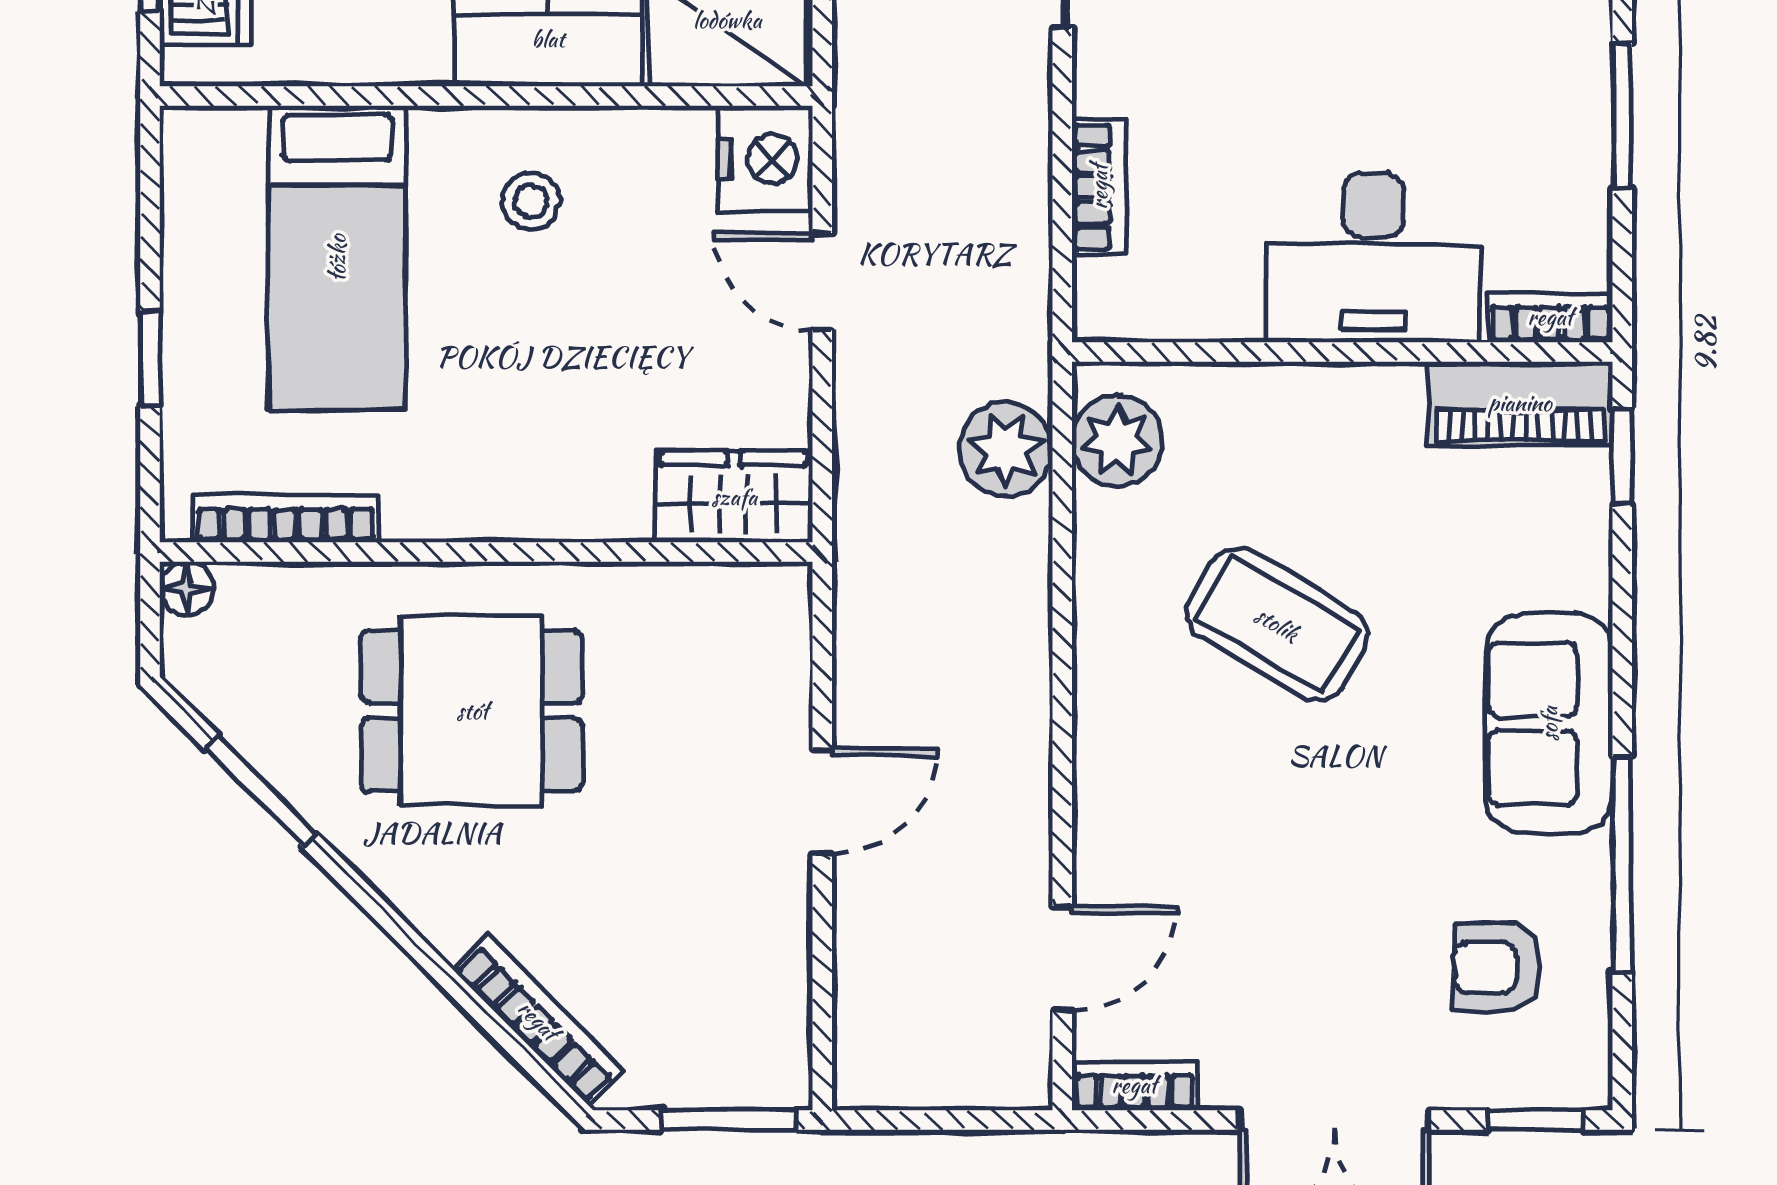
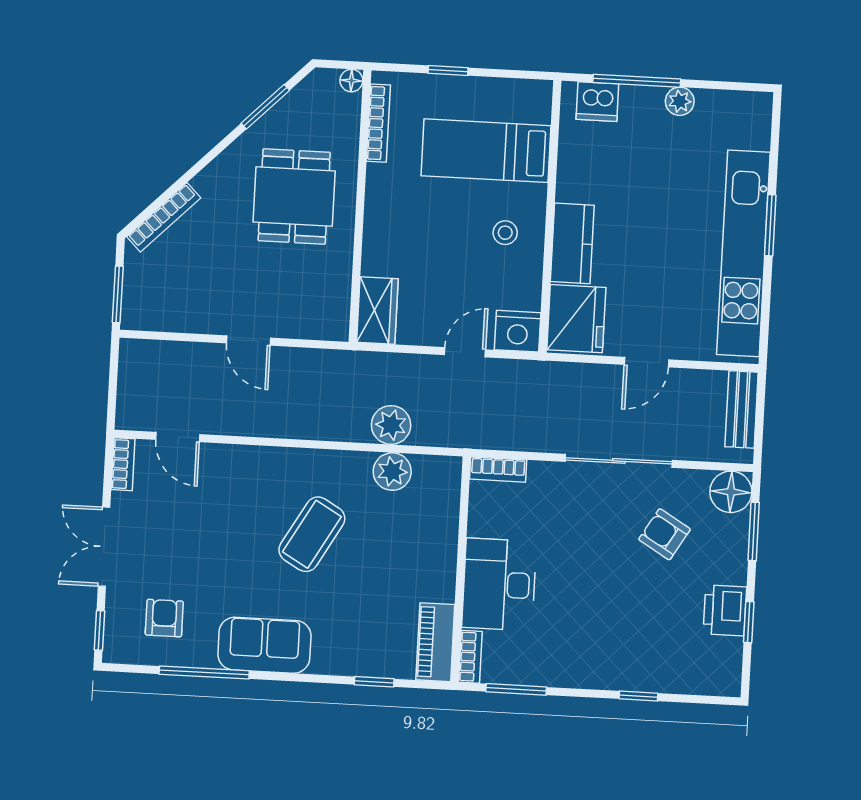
desk: (1374, 258) -> (499, 585), moved
bookcase: (1550, 317) -> (470, 657), moved
wall: (1342, 352) -> (461, 569), moved
piano: (1520, 403) -> (435, 642), moved

